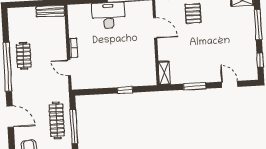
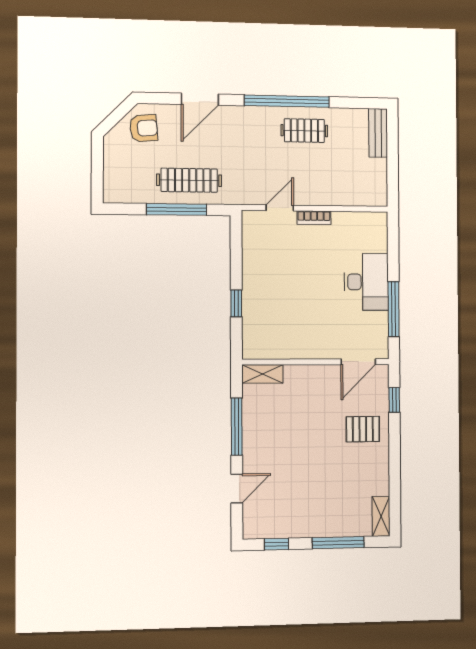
bench: (50, 11) -> (378, 133), moved
door: (155, 28) -> (358, 362), moved
window: (195, 86) -> (237, 427), width x1.44

